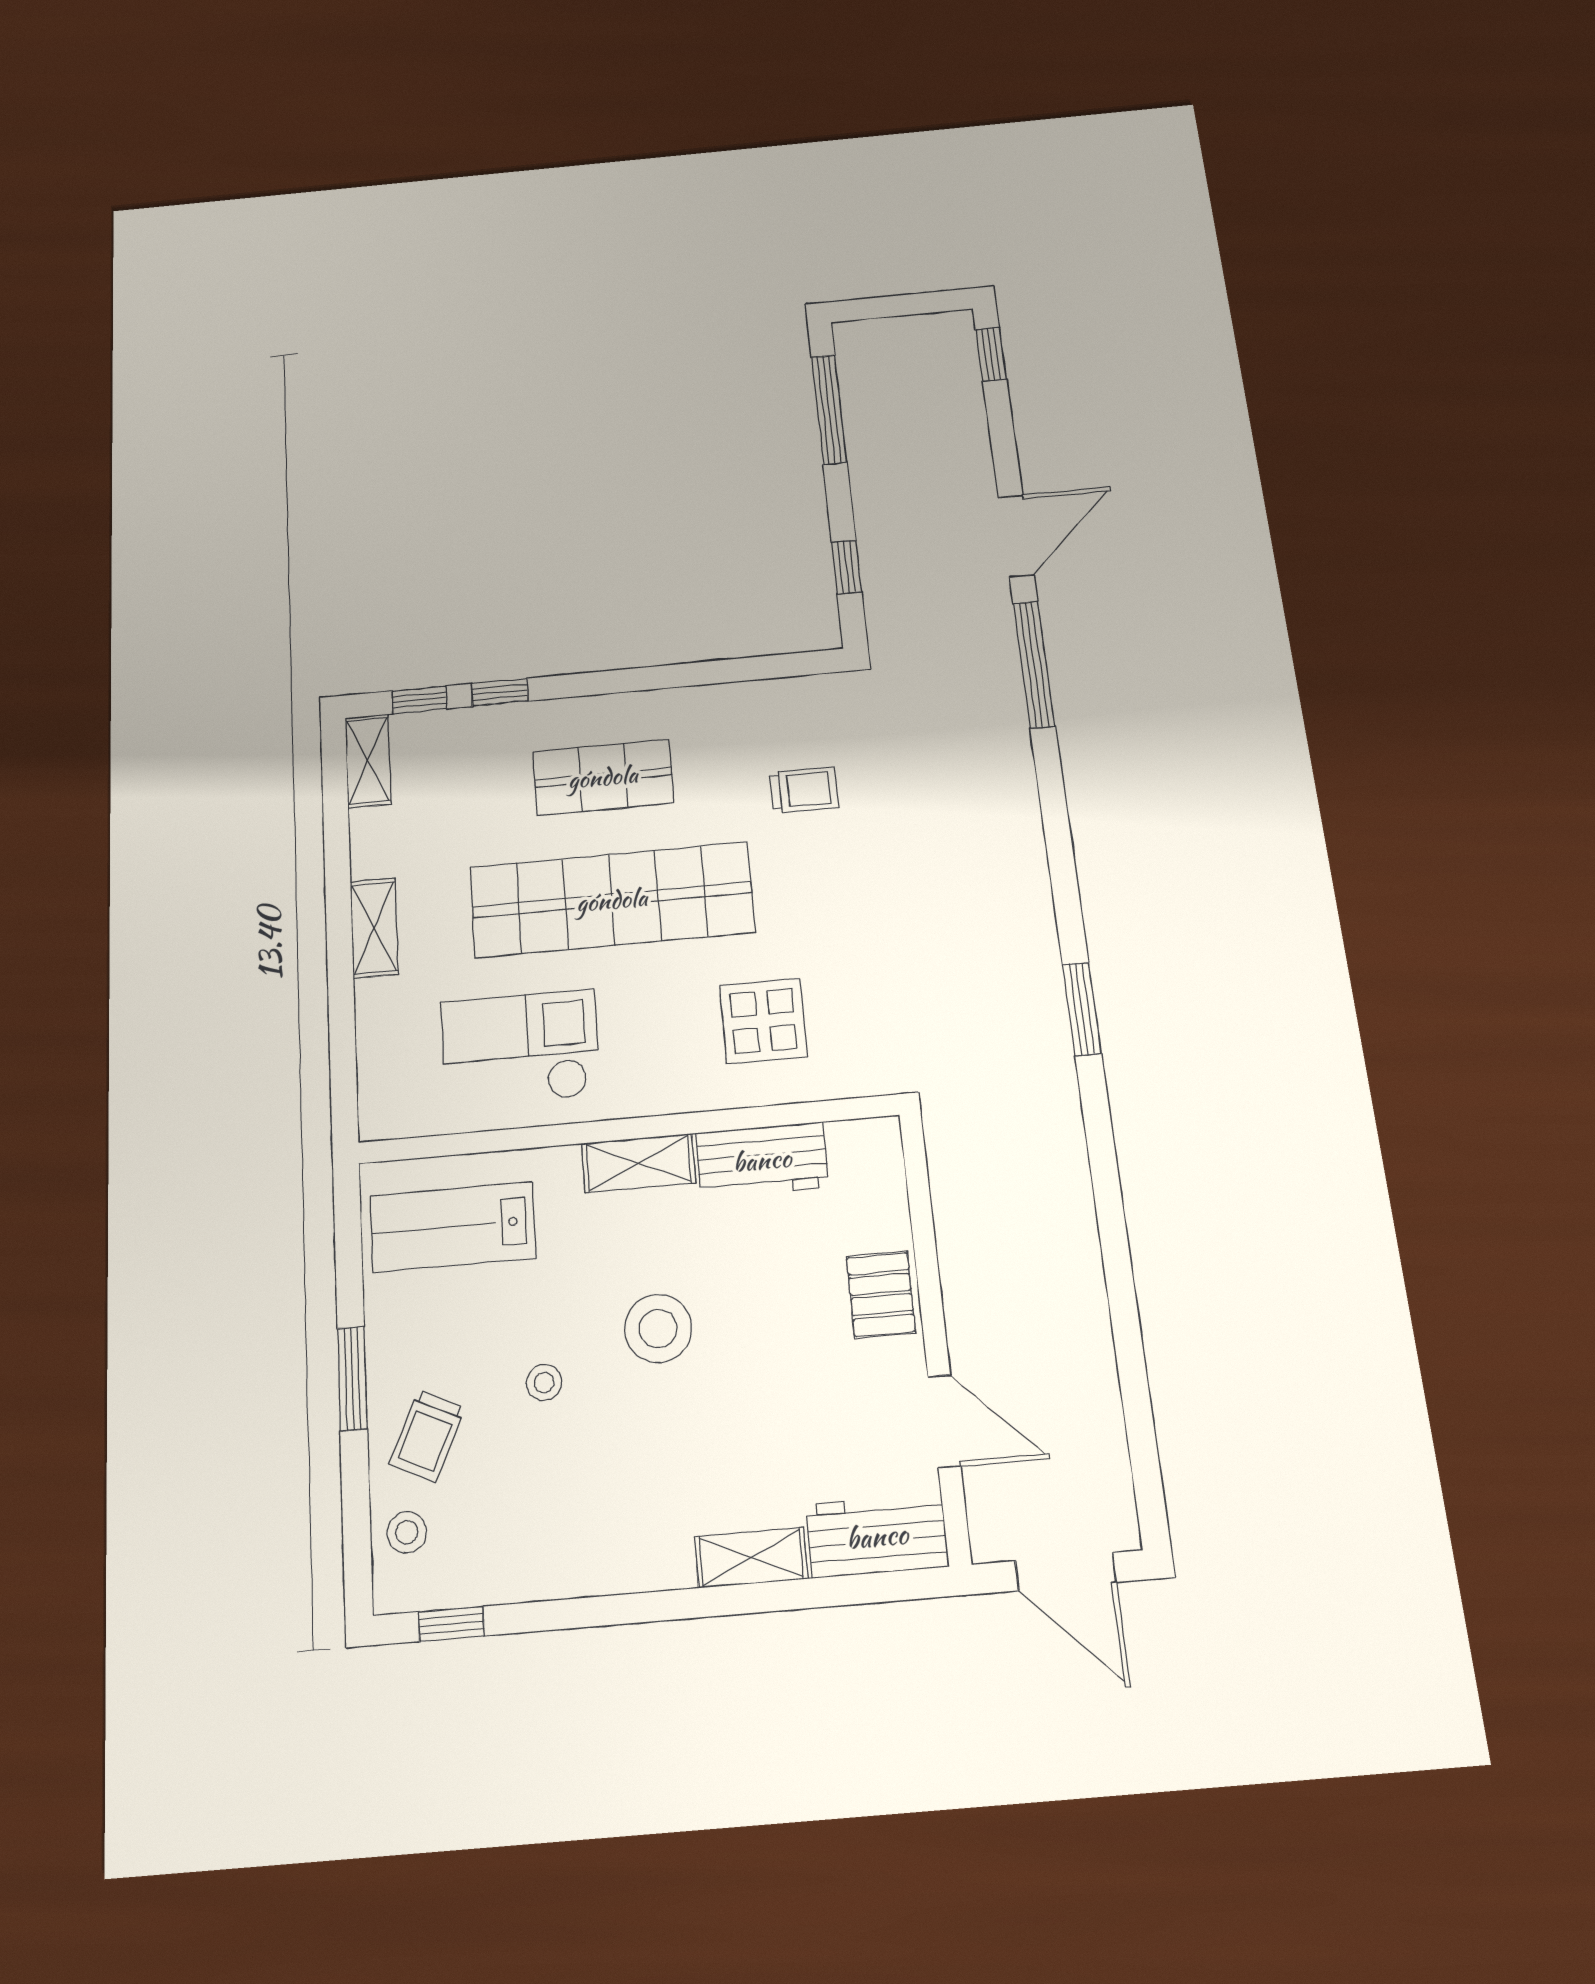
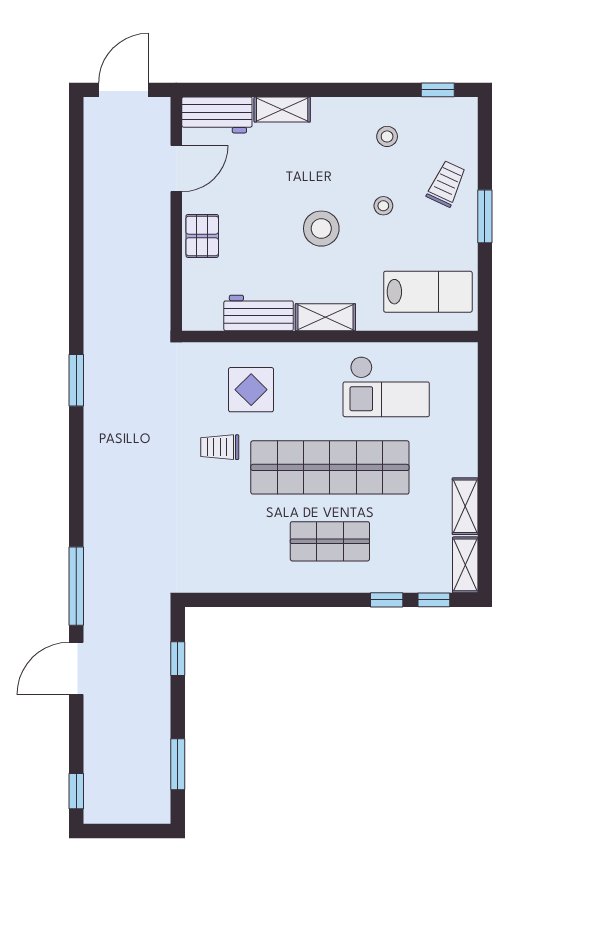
window: (829, 409) -> (178, 764), width x0.69
trolley: (804, 790) -> (220, 447), moved
shelving: (374, 928) -> (465, 506), moved
door: (944, 1421) -> (176, 169), swing flipped
stool: (407, 1532) -> (387, 136), moved
door: (1066, 1572) -> (124, 90), hinge flipped

